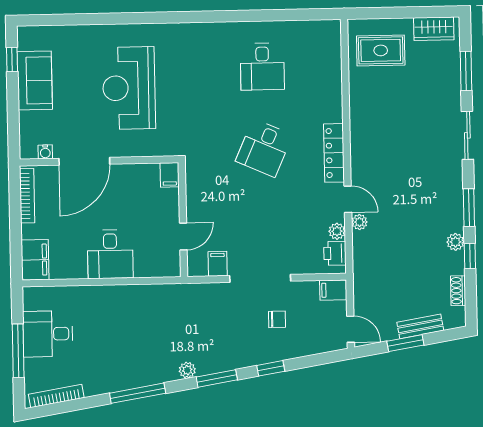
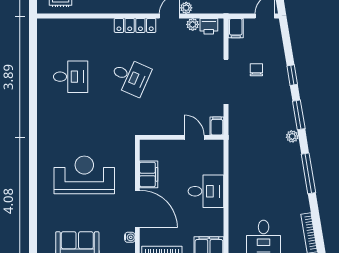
reception desk: (129, 88) -> (84, 175), turned 180
filing cabinet: (170, 175) -> (149, 174), moved, width x2.00
filing cabinet: (218, 264) -> (217, 126), moved, turned 90

